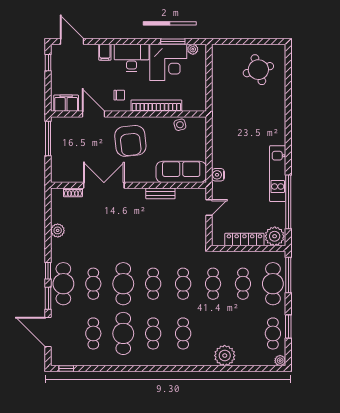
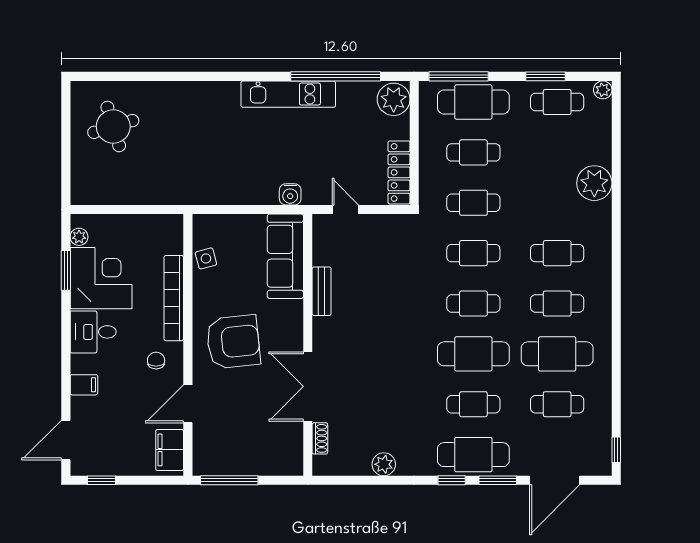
desk: (132, 58) -> (93, 332), width x0.73
locker: (244, 239) -> (399, 172), moved

